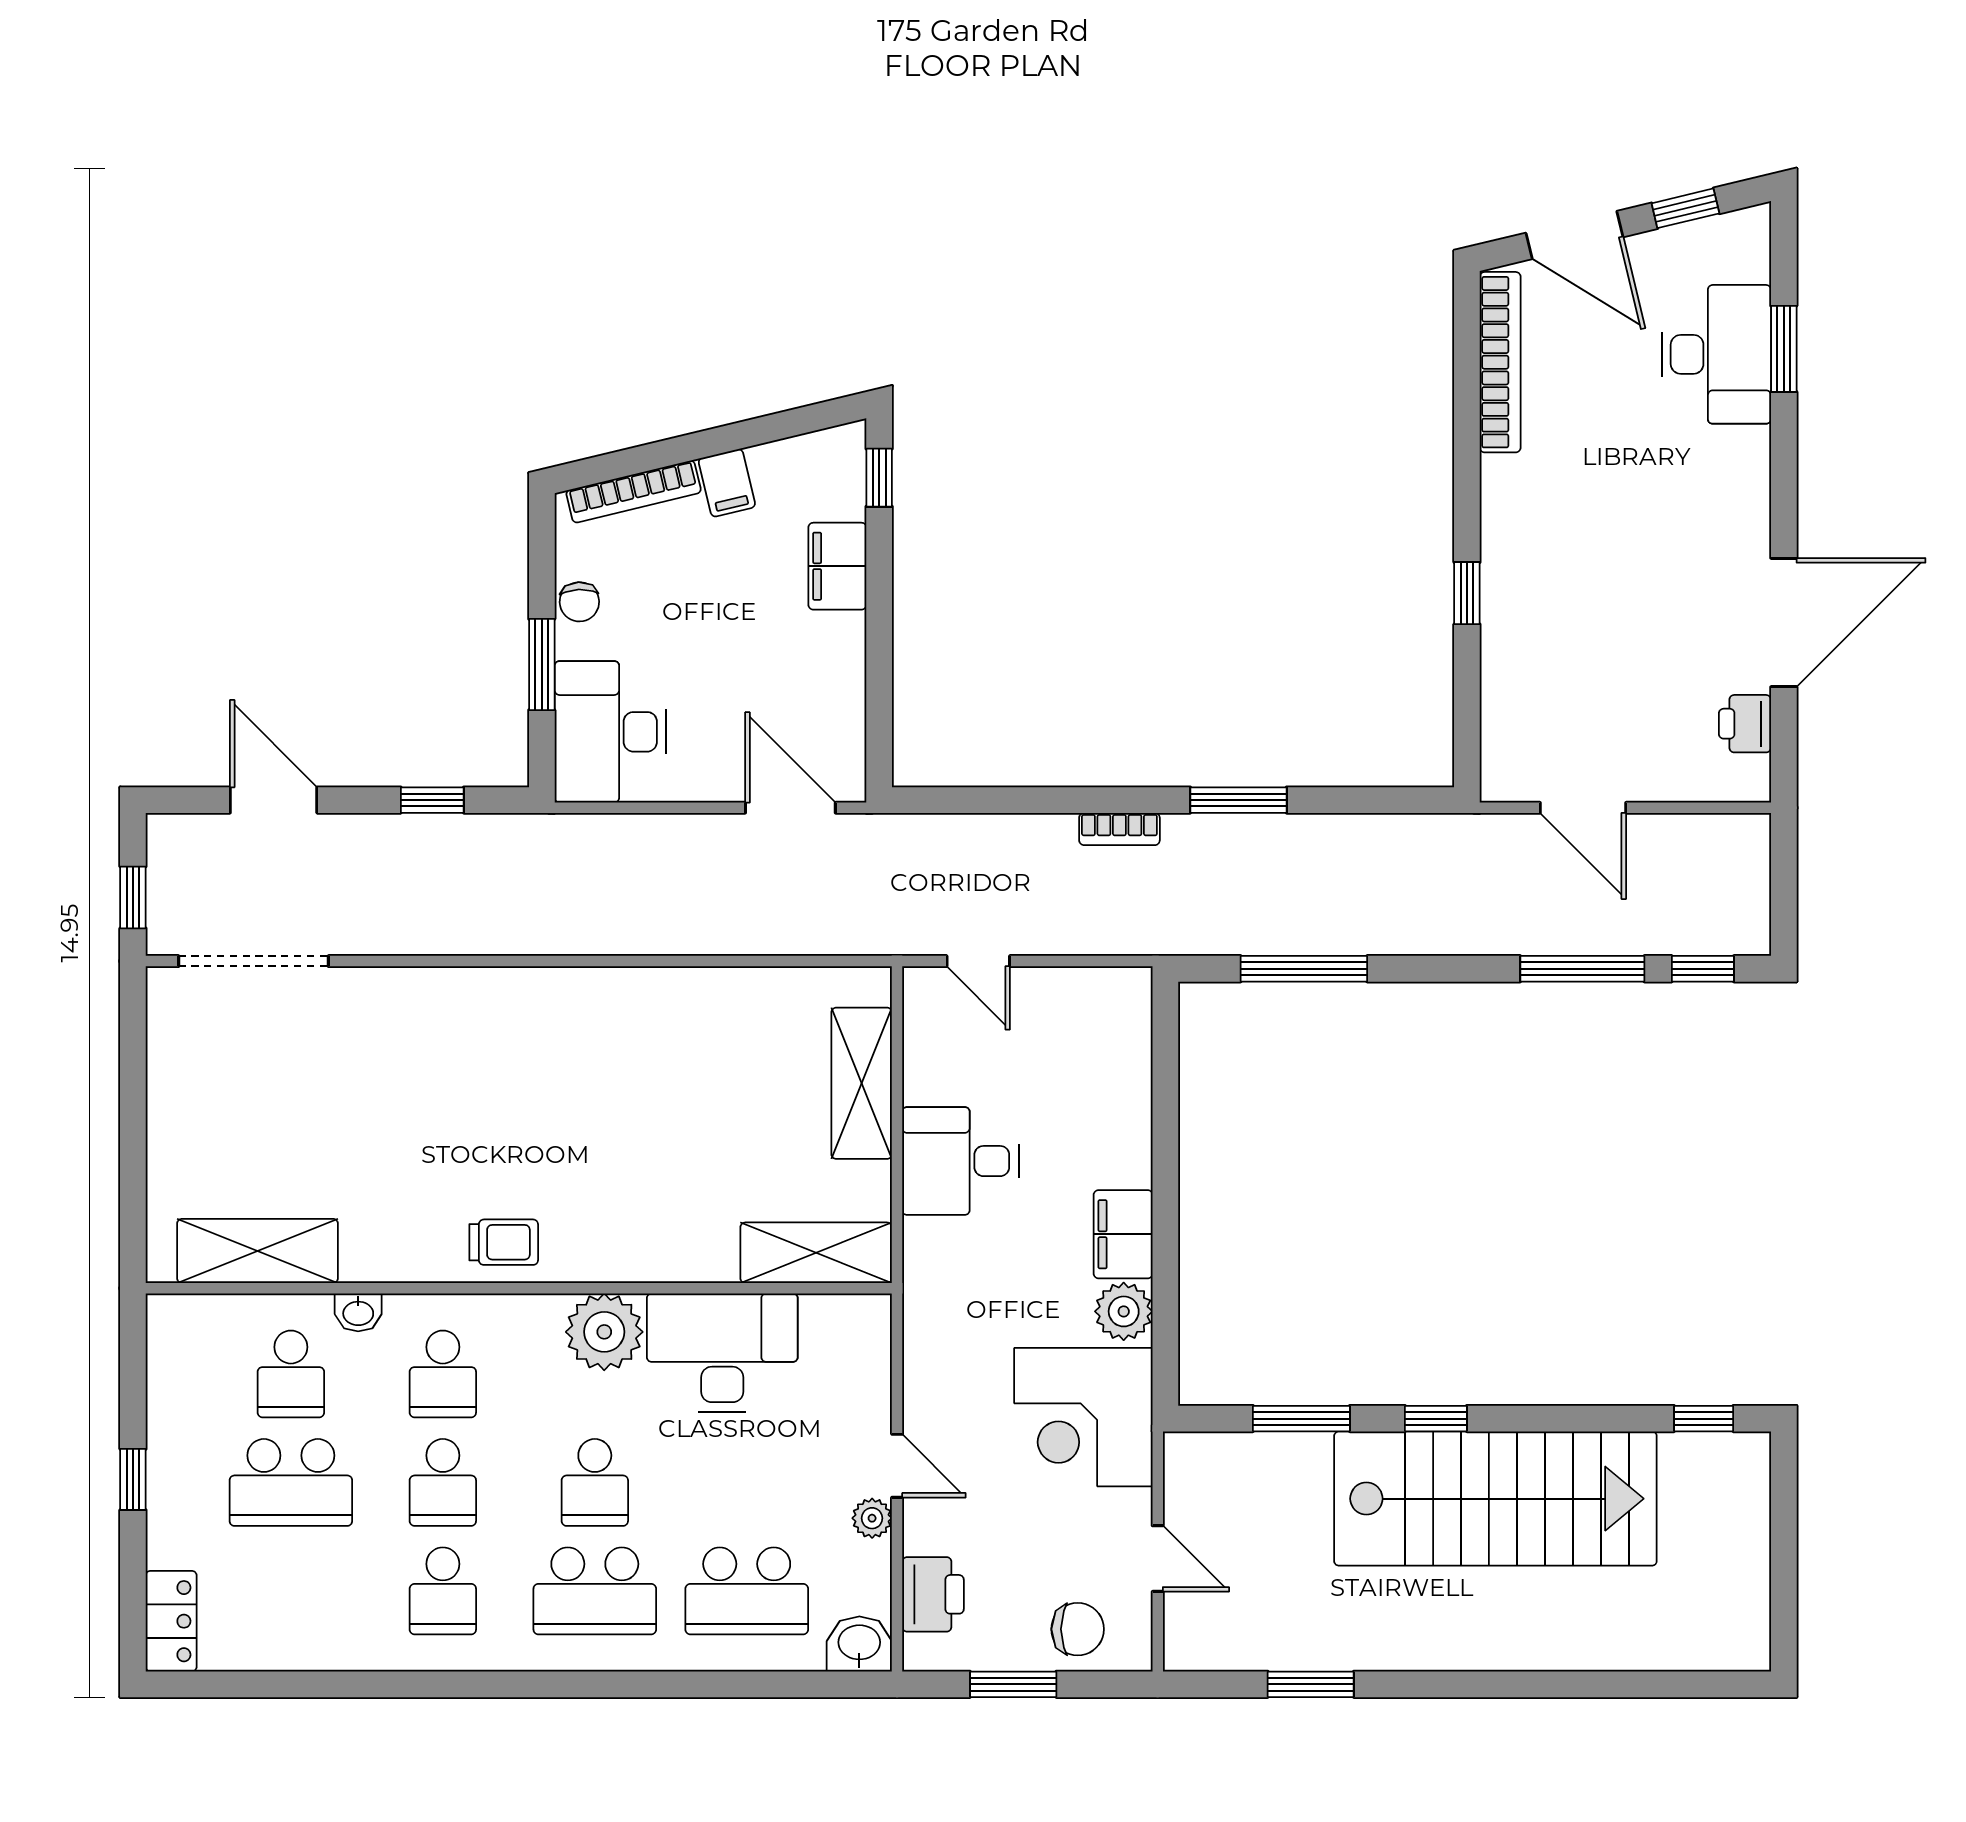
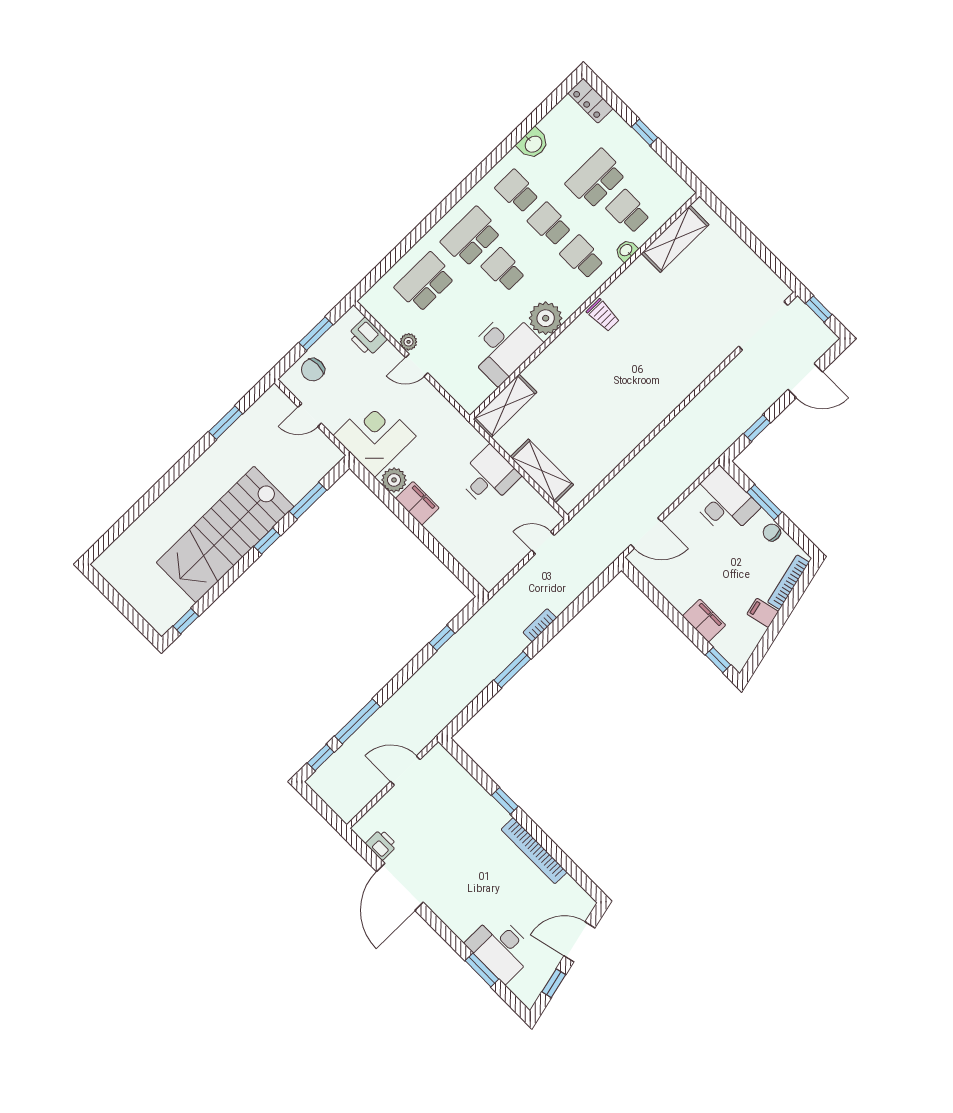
bookcase: (1500, 362) -> (534, 851), moved
window: (1304, 969) -> (442, 638), width x0.46
trolley: (504, 1242) -> (603, 315), turned -90
washbasin: (859, 1644) -> (533, 144), moved

